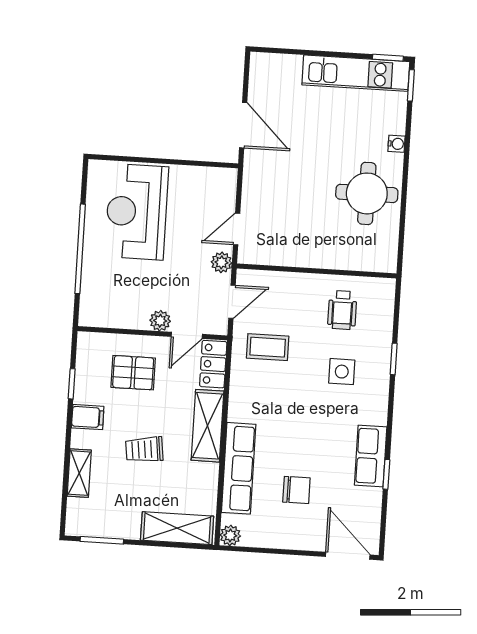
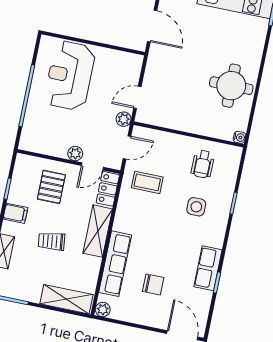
water cooler: (396, 144) -> (239, 137), moved
pallet: (133, 373) -> (51, 187), turned 90

